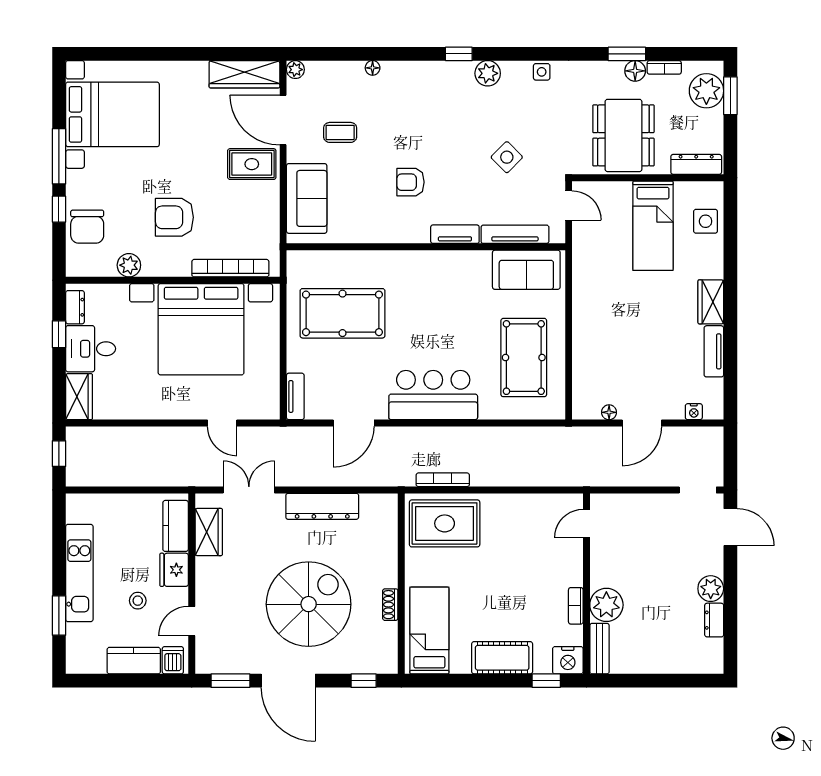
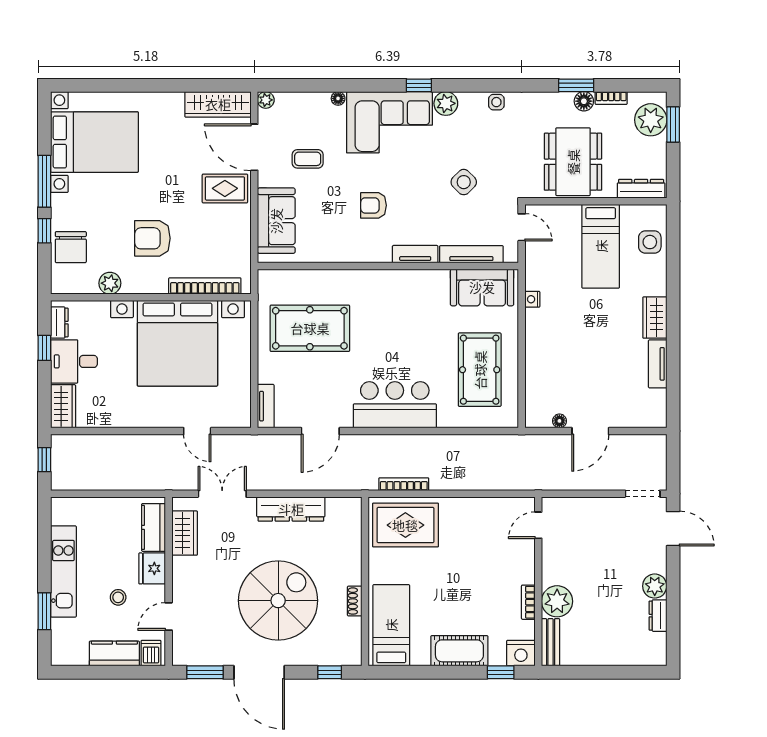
corner sofa: (427, 93) -> (389, 122), added
nightstand: (694, 412) -> (532, 299), moved, turned 90

